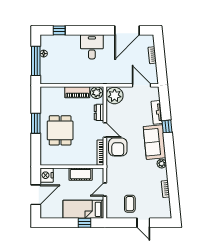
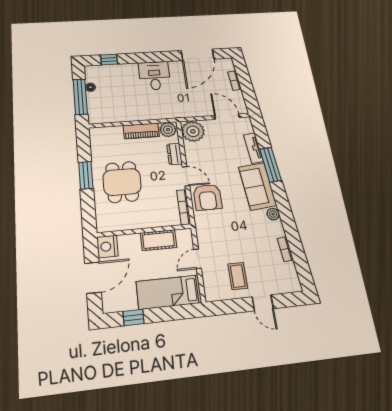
window: (167, 126) -> (271, 165), width x2.17
window: (84, 223) -> (134, 318), moved

